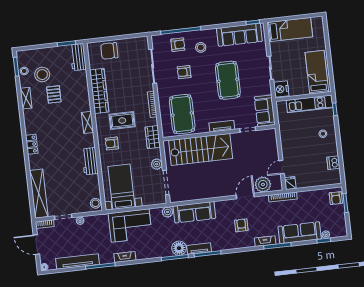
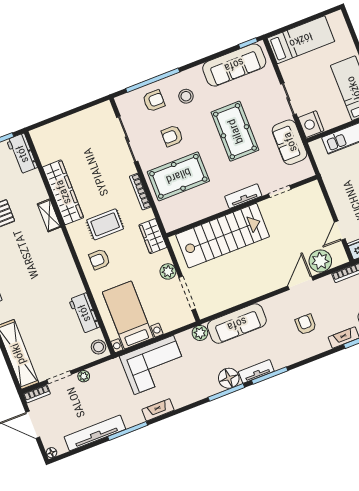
chair: (109, 51) -> (62, 134), removed
sofa: (265, 111) -> (290, 142), moved
pool table: (182, 114) -> (178, 176), moved, turned 90
shelving: (88, 122) -> (49, 215), moved
workbench: (90, 161) -> (84, 313), moved

